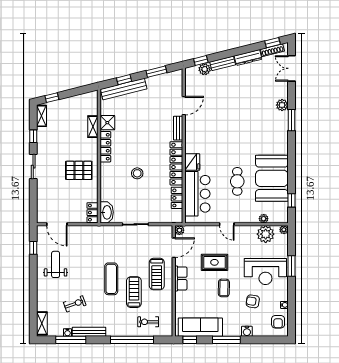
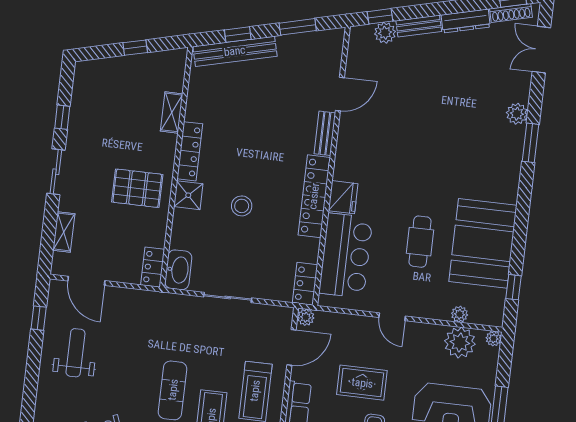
window: (52, 98) -> (135, 48), moved
shelving: (41, 116) -> (64, 232), moved
shower: (107, 123) -> (188, 195), moved
locker: (177, 198) -> (305, 284), moved

